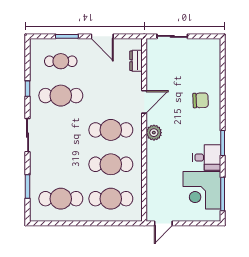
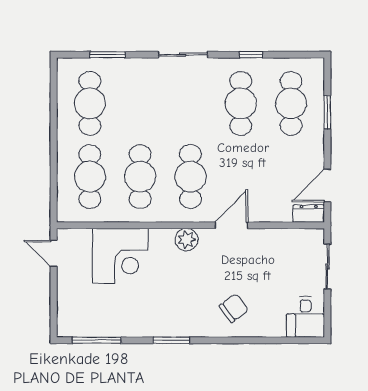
door: (102, 36) -> (327, 186), moved
cafe table: (61, 61) -> (291, 103), width x1.37, depth x1.35
dresser: (136, 61) -> (309, 213), moved
chair: (201, 100) -> (234, 308), turned -125
door: (144, 102) -> (231, 225), swing flipped
desk: (207, 157) -> (305, 317), moved
corner desk: (202, 190) -> (120, 256), moved, turned 180

